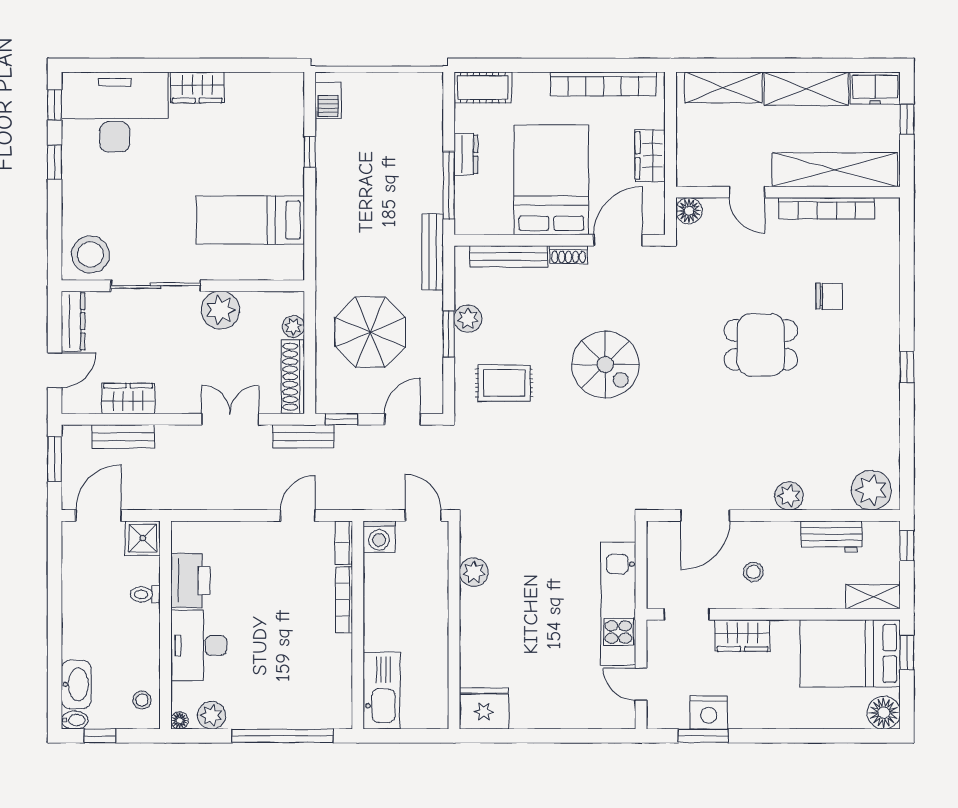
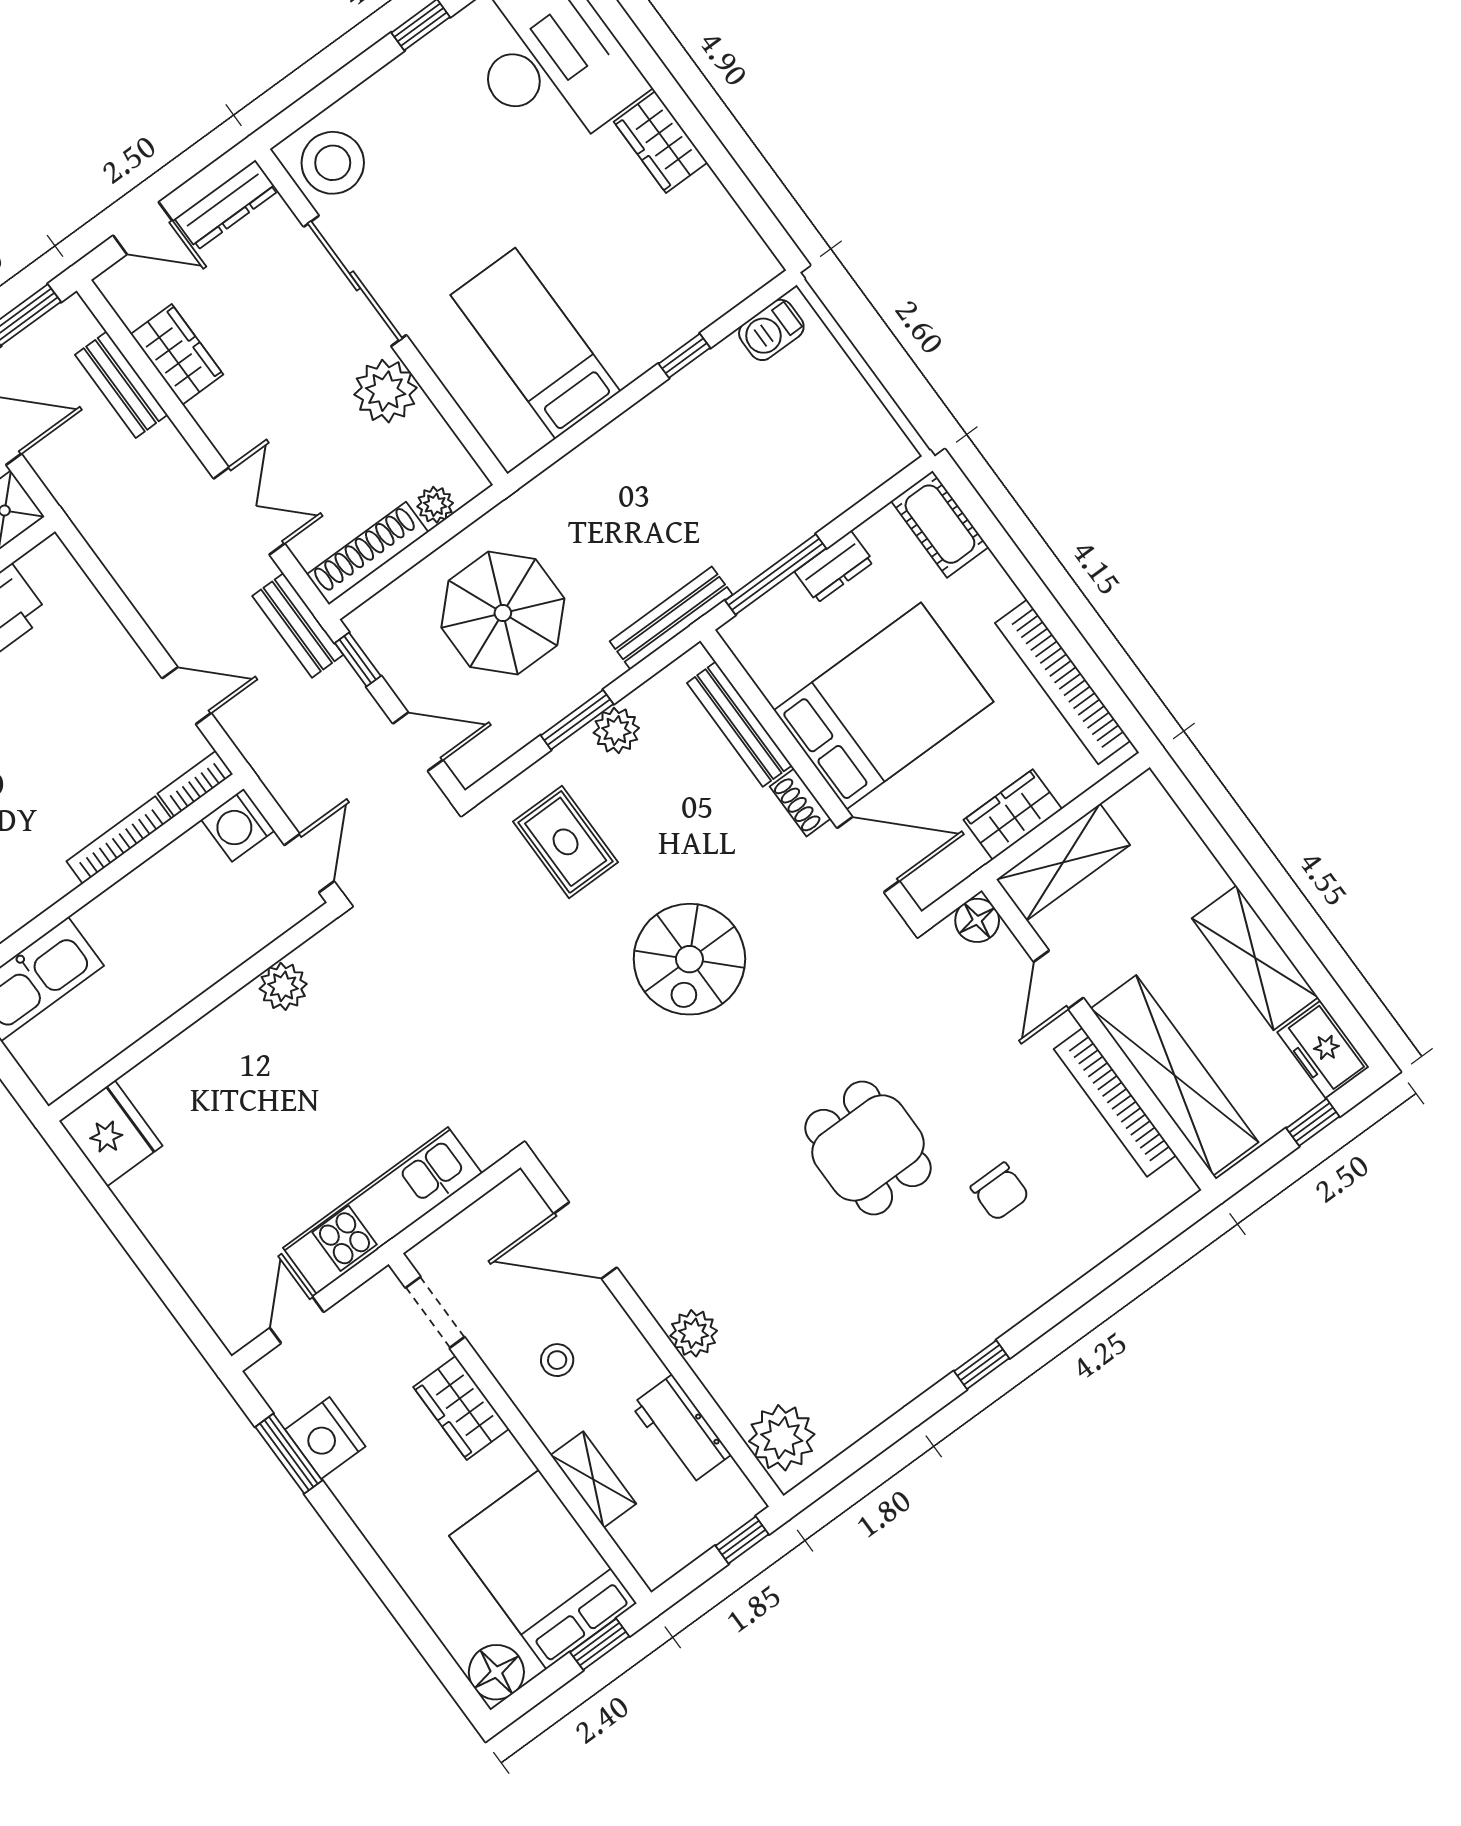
shelving: (723, 87) -> (1063, 862), moved, turned 90
shelving: (873, 597) -> (593, 1479), moved

